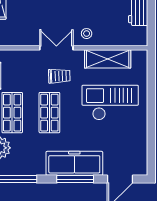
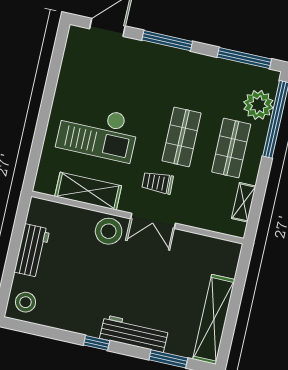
stool: (87, 34) -> (109, 231), width x1.89, depth x1.89
freezer: (74, 163) -> (163, 62), removed

